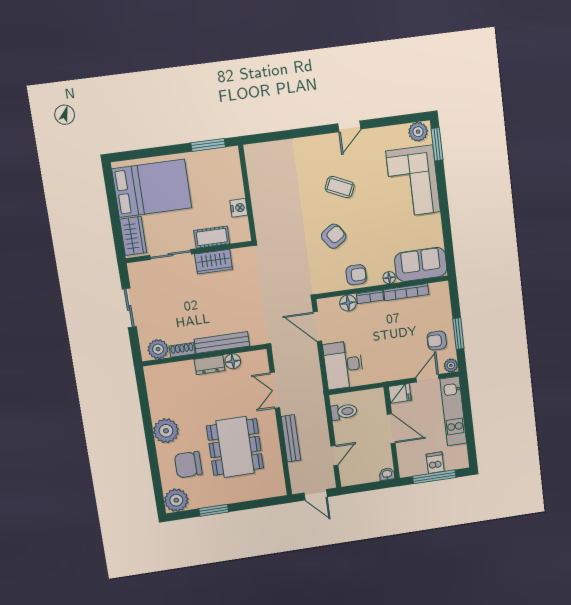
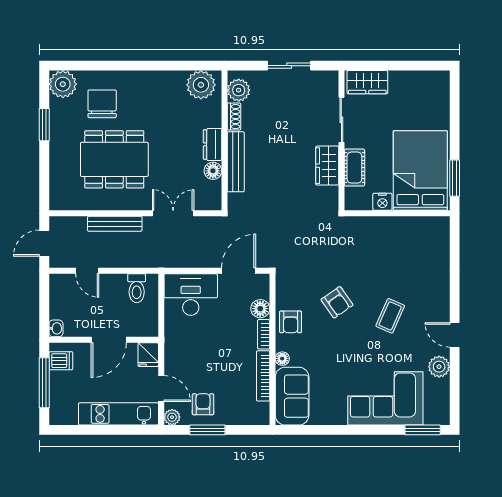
plant: (418, 132) -> (439, 367), moved
bed: (152, 188) -> (420, 171), moved, turned 180
plant: (166, 431) -> (201, 85), moved
dishwasher: (435, 463) -> (61, 361), moved

